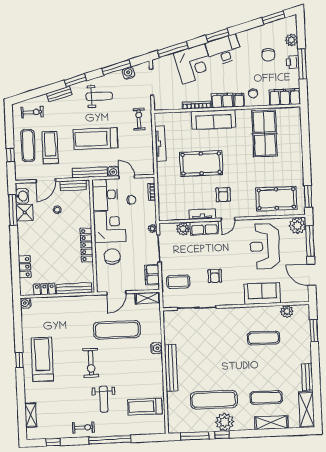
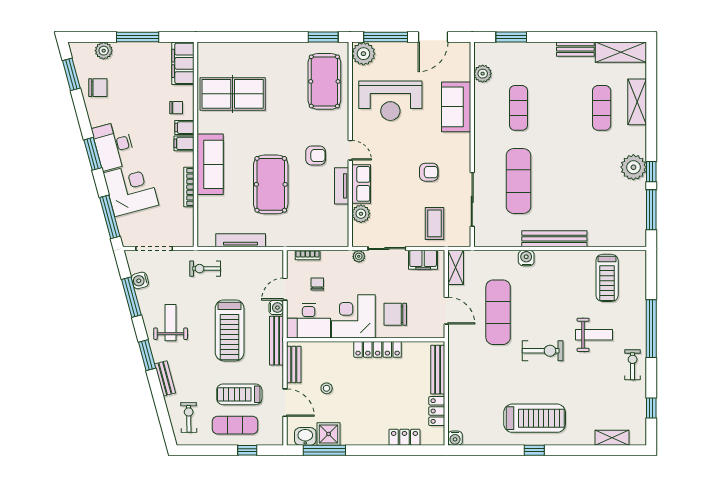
chair: (268, 55) -> (98, 88), moved
printer: (293, 62) -> (135, 50), removed
filing cabinet: (222, 100) -> (184, 143), width x0.50
treadmill: (42, 359) -> (535, 418), turned 180
exercise mat: (214, 400) -> (518, 181), moved

